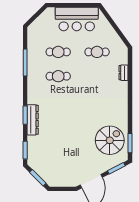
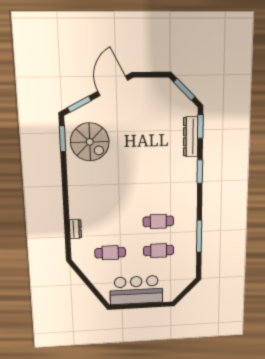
dresser: (33, 120) -> (191, 137), moved
spiral stairs: (110, 140) -> (90, 142), turned -90

